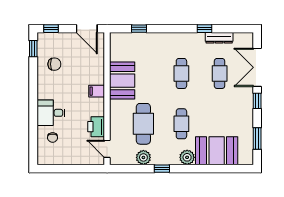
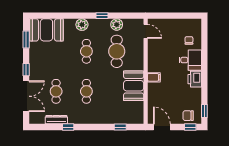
chair: (54, 64) -> (188, 116), moved
printer: (96, 127) -> (195, 79), moved, turned 180
booth: (217, 151) -> (46, 30), moved

